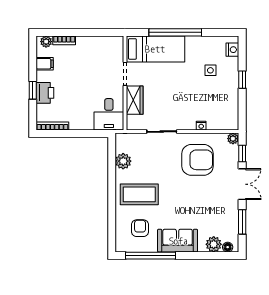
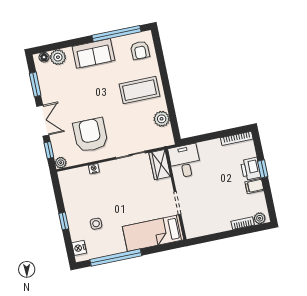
window: (175, 32) -> (116, 258), moved
filing cabinet: (45, 64) -> (254, 186), moved
wardrobe: (135, 100) -> (160, 165), moved
armchair: (198, 160) -> (90, 135), turned 90
double door: (242, 184) -> (43, 121), swing flipped
armchair: (140, 228) -> (140, 50), moved

